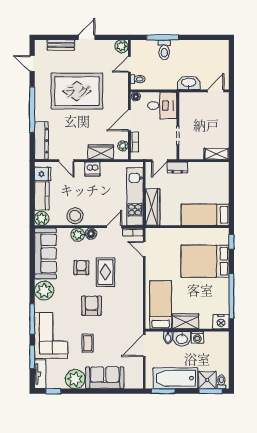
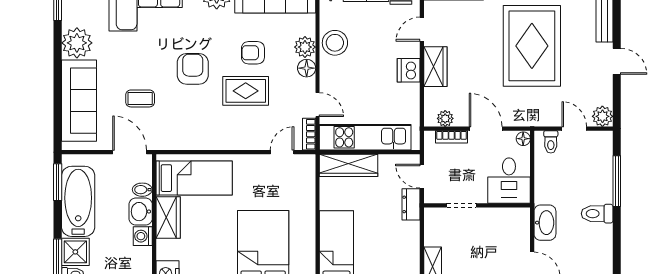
toilet: (164, 50) -> (597, 214), moved
wardrobe: (101, 152) -> (435, 67), moved
armchair: (81, 268) -> (253, 53), turned 180
armchair: (92, 306) -> (193, 69), turned -90
coffee table: (88, 343) -> (140, 98), moved
sofa: (105, 378) -> (79, 101), width x1.36

